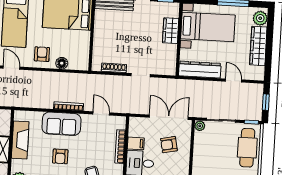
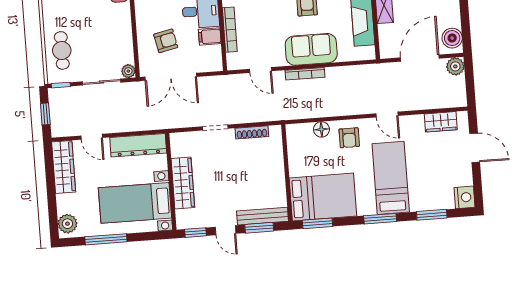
wardrobe: (171, 31) -> (183, 183), width x1.50
wardrobe: (258, 46) -> (64, 167), moved
cafe table: (247, 148) -> (62, 50), width x0.73, depth x0.74

